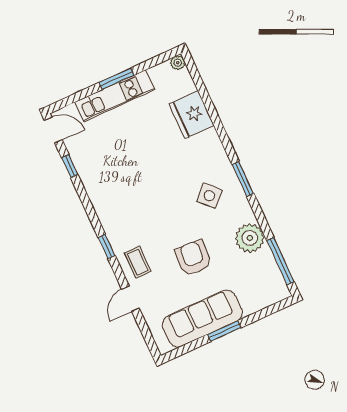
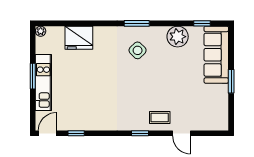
armchair: (193, 258) -> (174, 80), removed
window: (280, 261) -> (202, 23), width x0.46
sofa: (202, 319) -> (216, 55), moved

